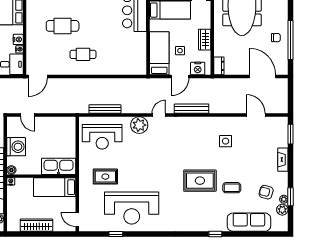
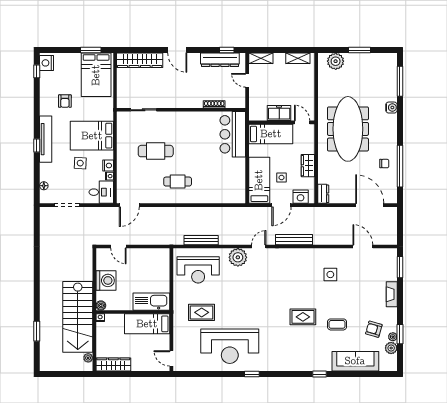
rug: (200, 181) -> (303, 317), width x0.73, depth x0.70
wardrobe: (36, 225) -> (113, 364), moved
window: (116, 234) -> (252, 374), moved

